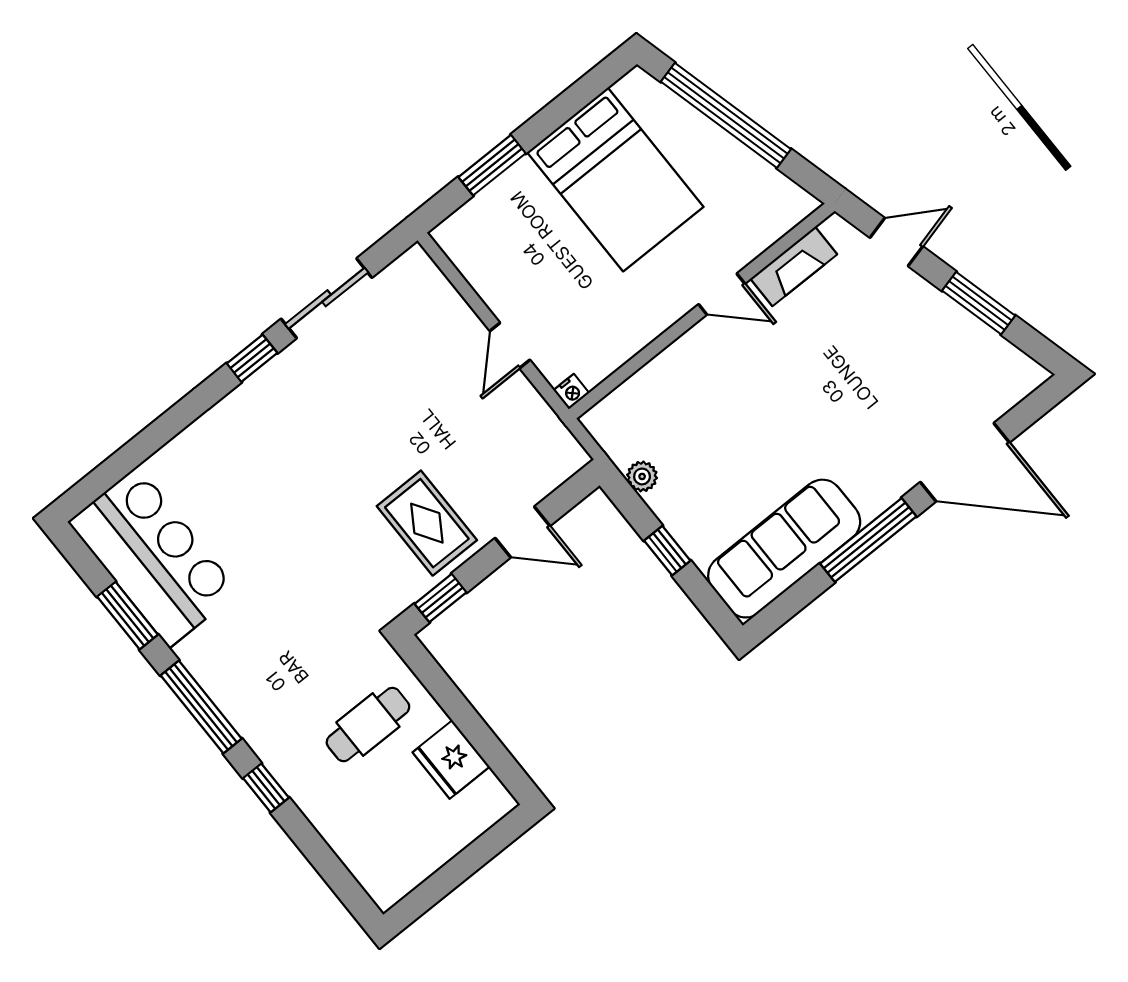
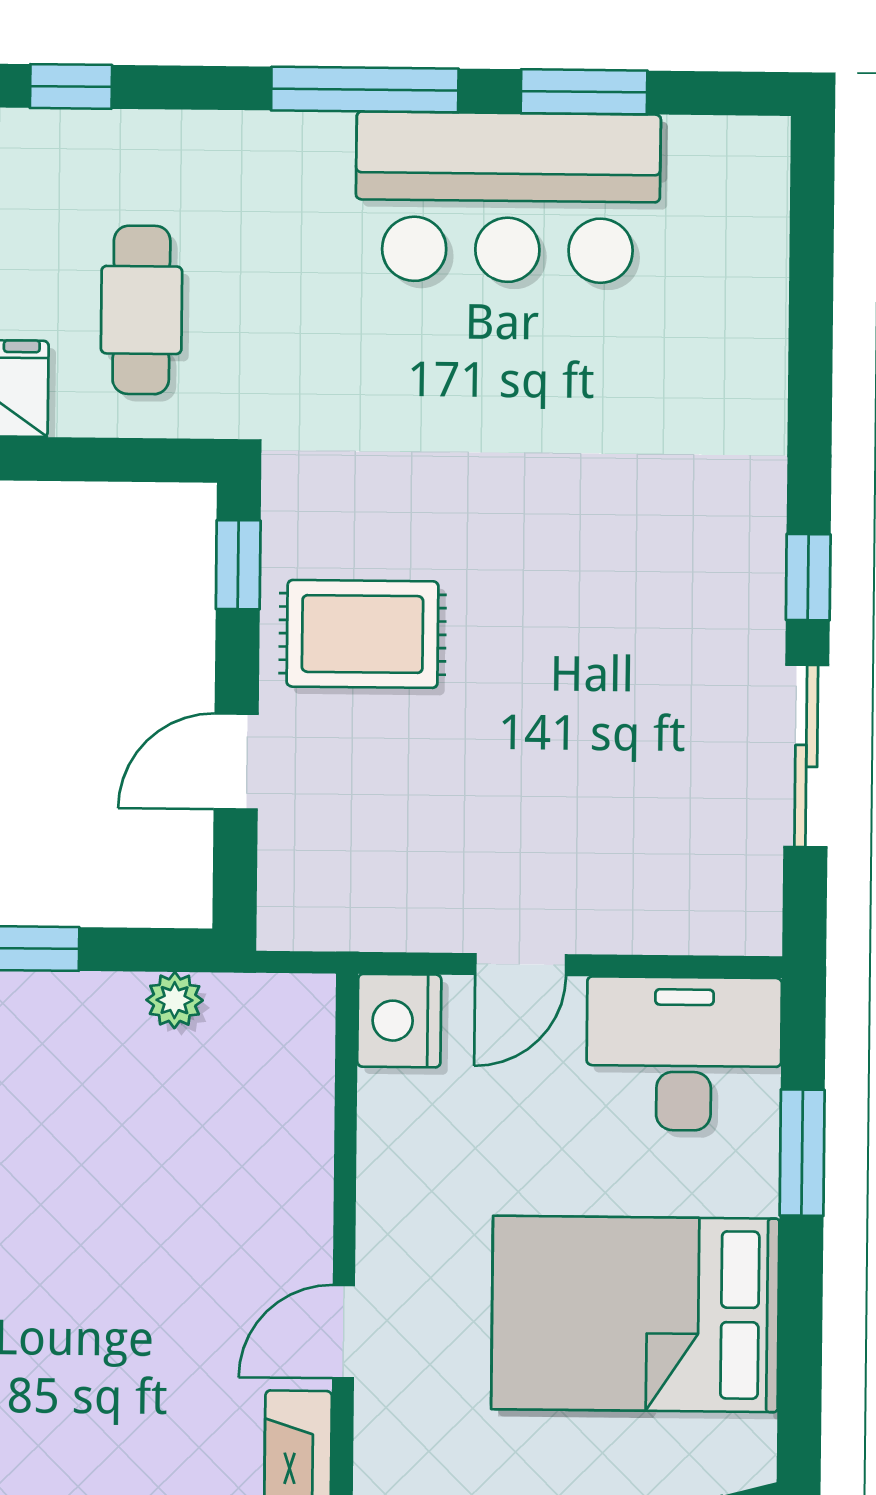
desk: (491, 248) -> (684, 1054), added
door: (510, 345) -> (521, 965), swing flipped
nightstand: (571, 392) -> (399, 1021), width x1.89, depth x1.79
bar counter: (153, 557) -> (508, 197), moved
window: (266, 788) -> (71, 86), moved

